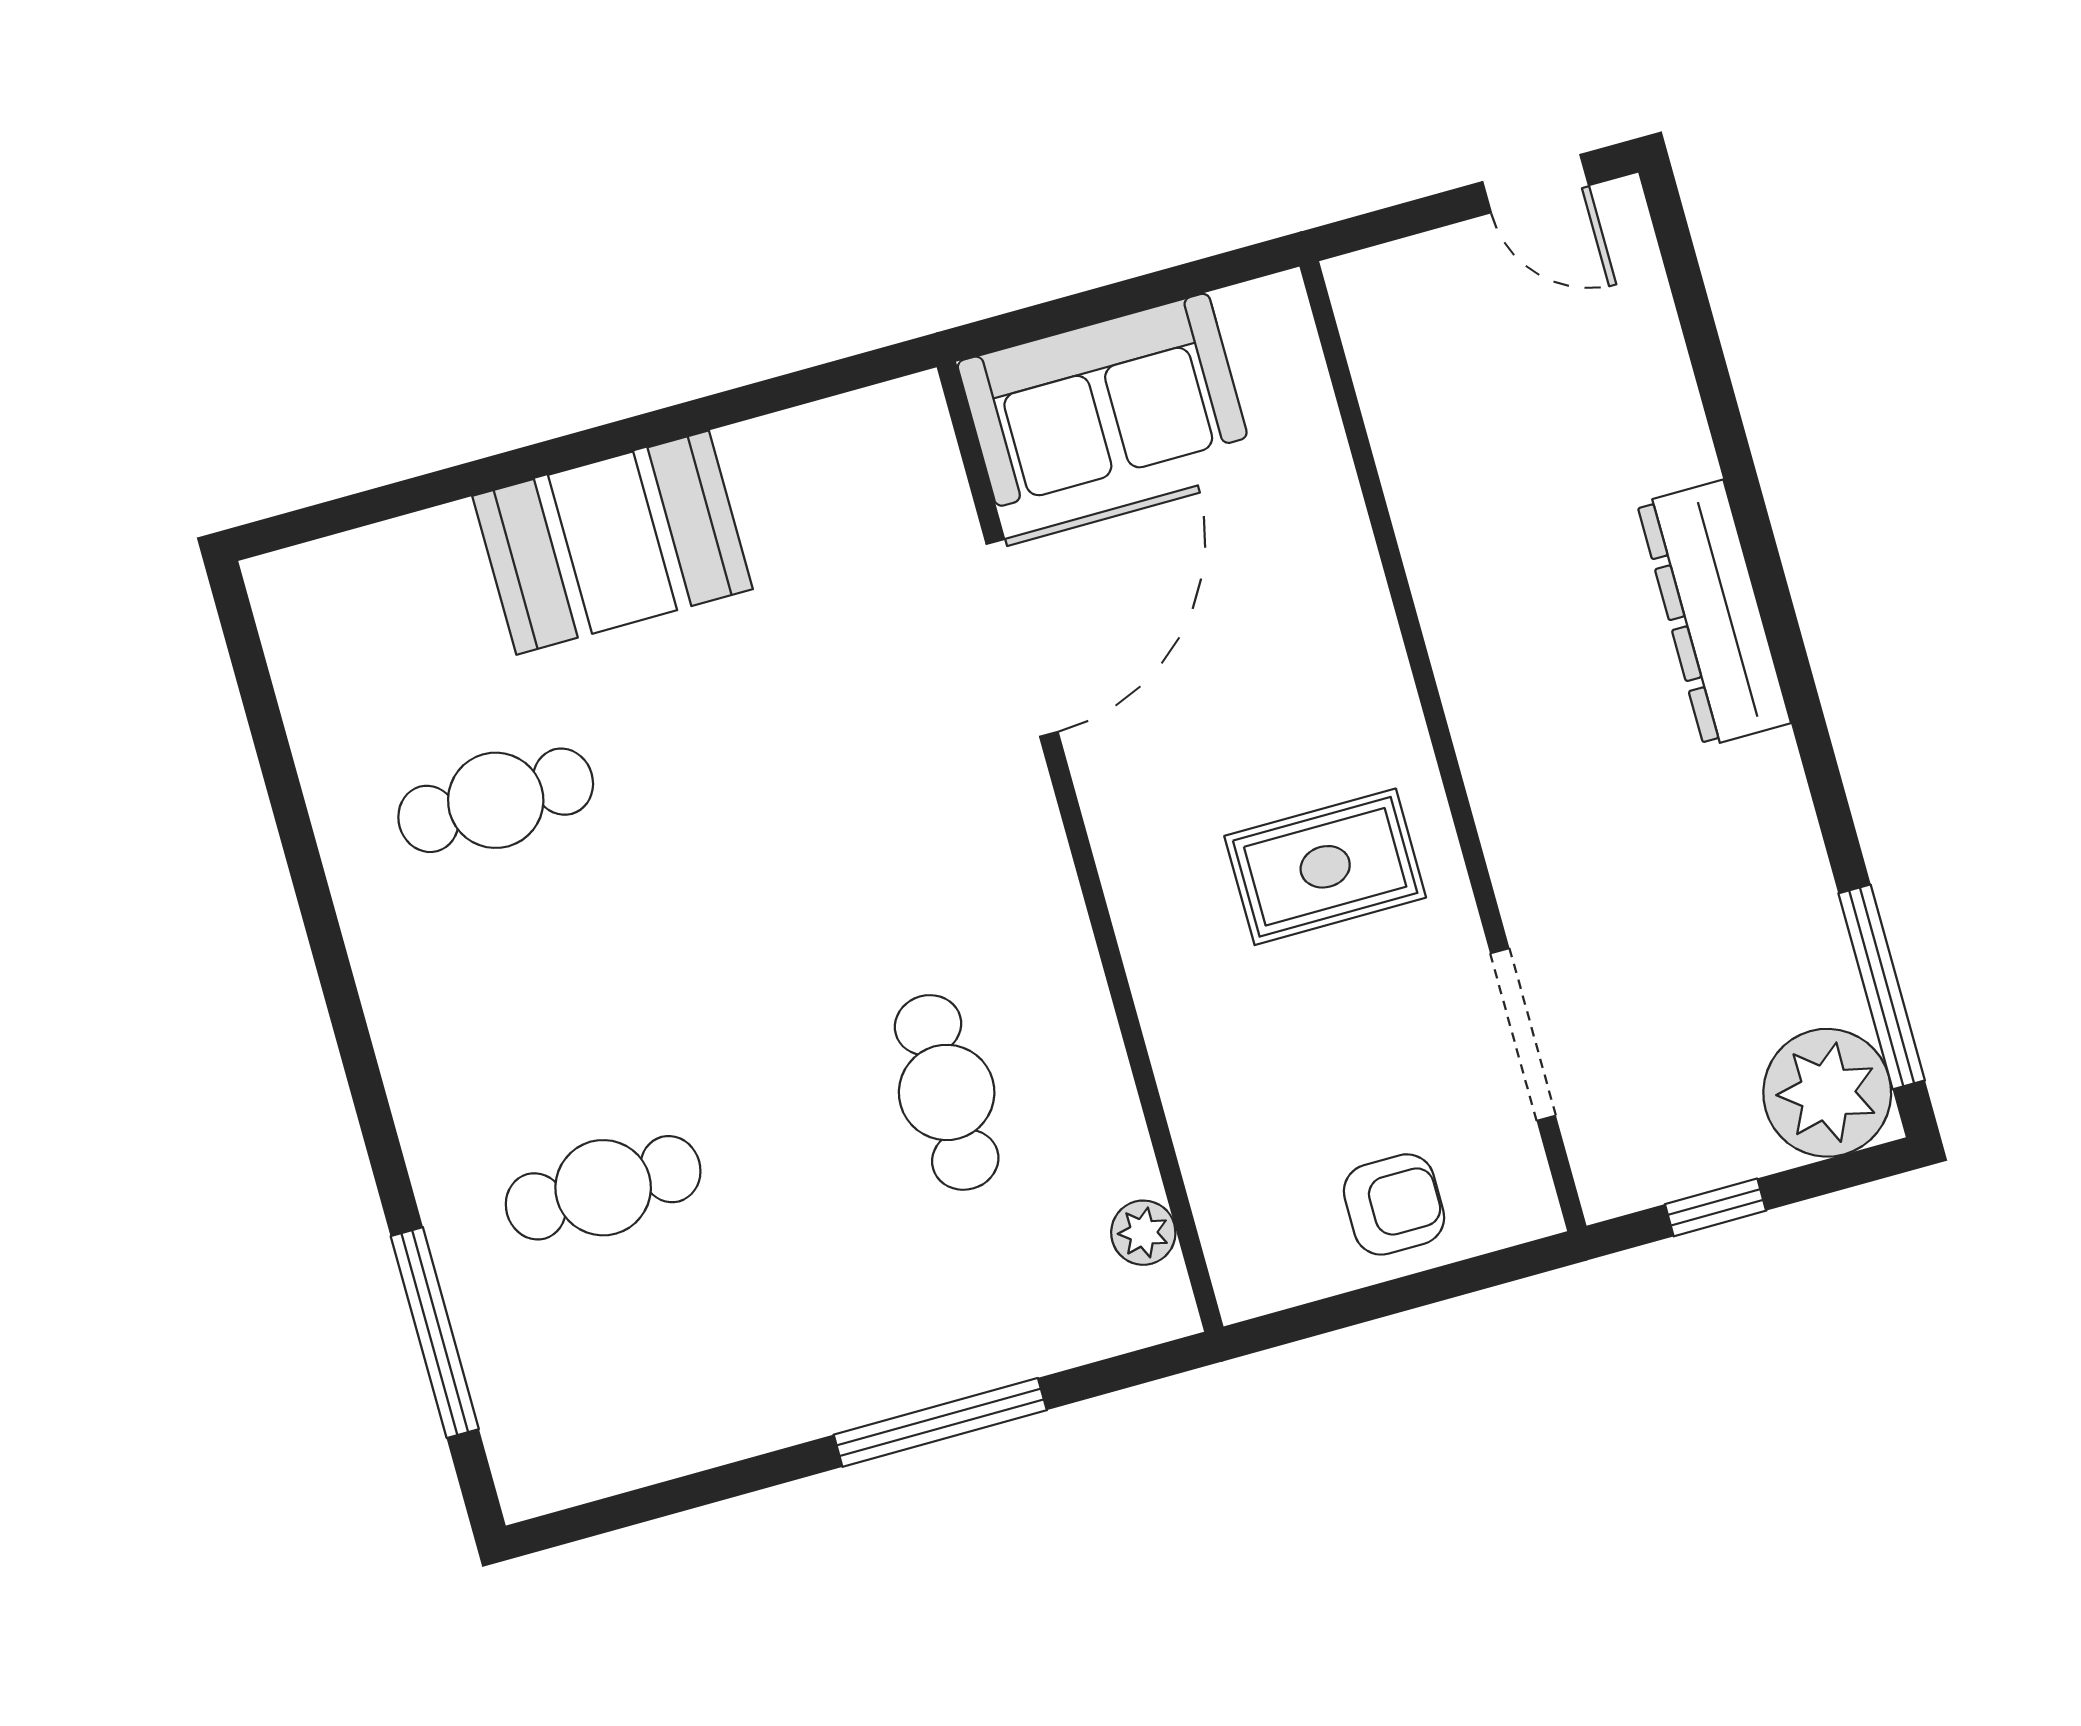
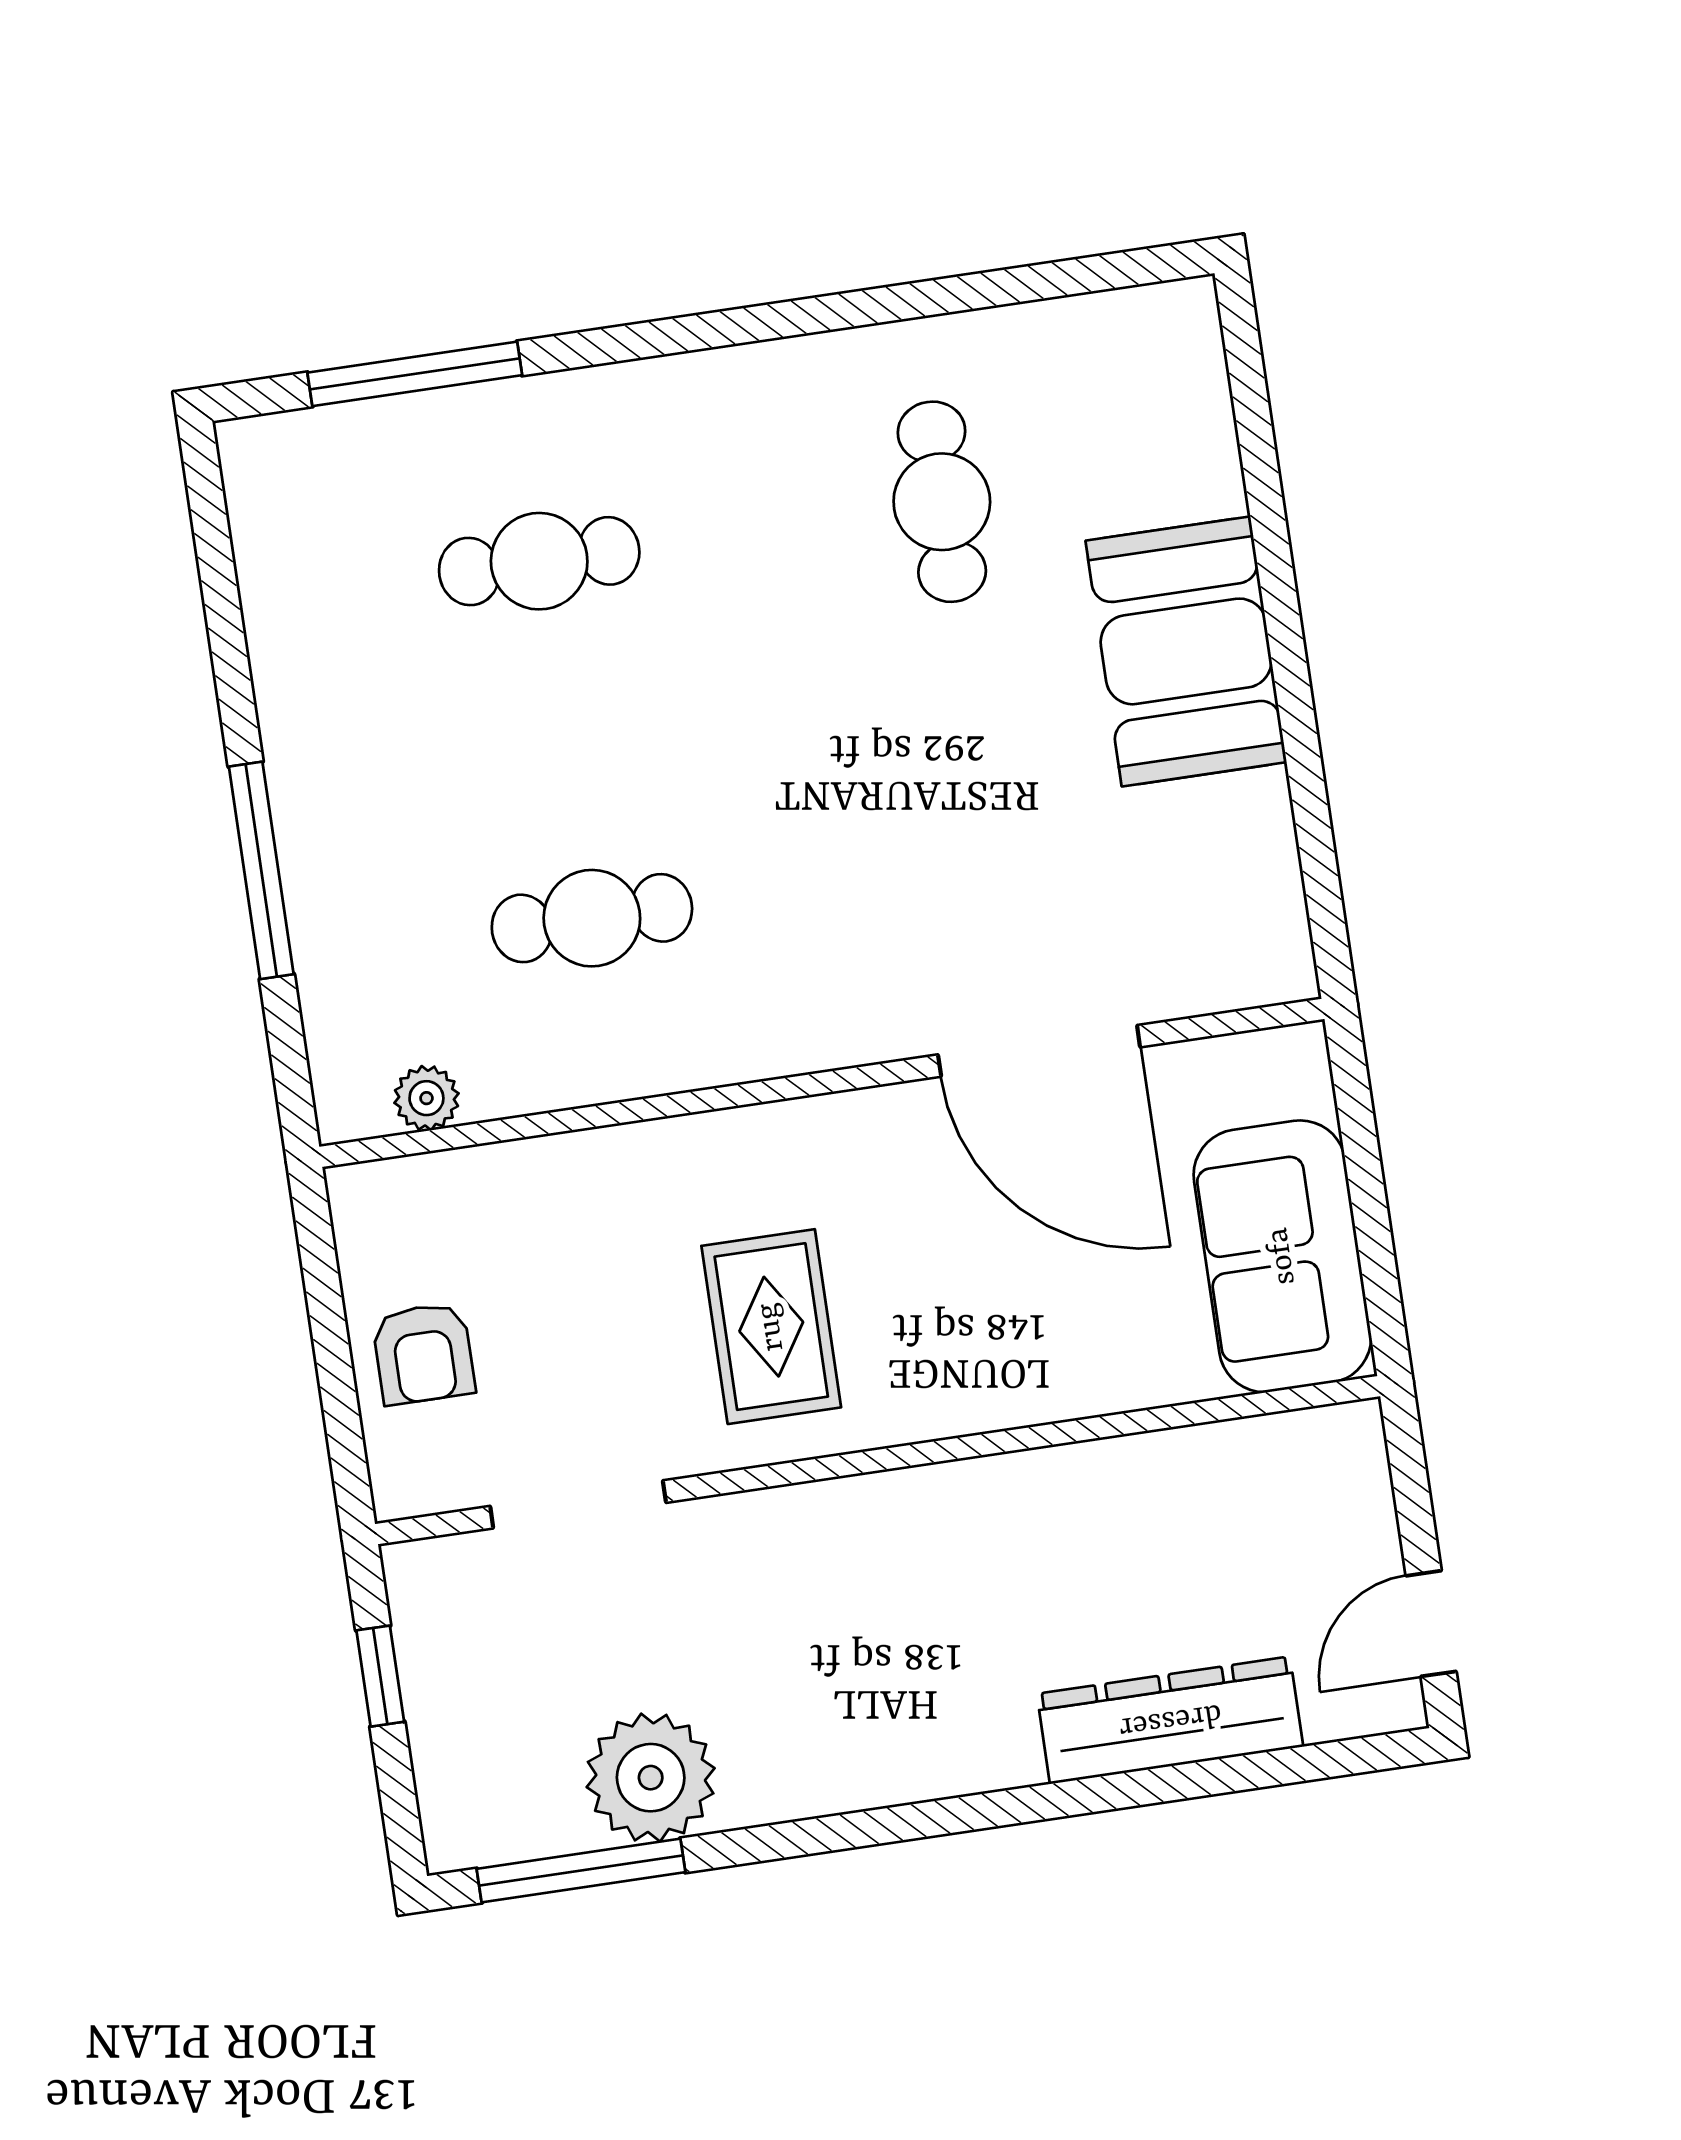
sofa: (1102, 400) -> (1282, 1256), moved
dresser: (1714, 613) -> (1170, 1720), moved
plant: (1827, 1093) -> (651, 1778), moved
cafe table: (603, 1188) -> (539, 561), turned 90

